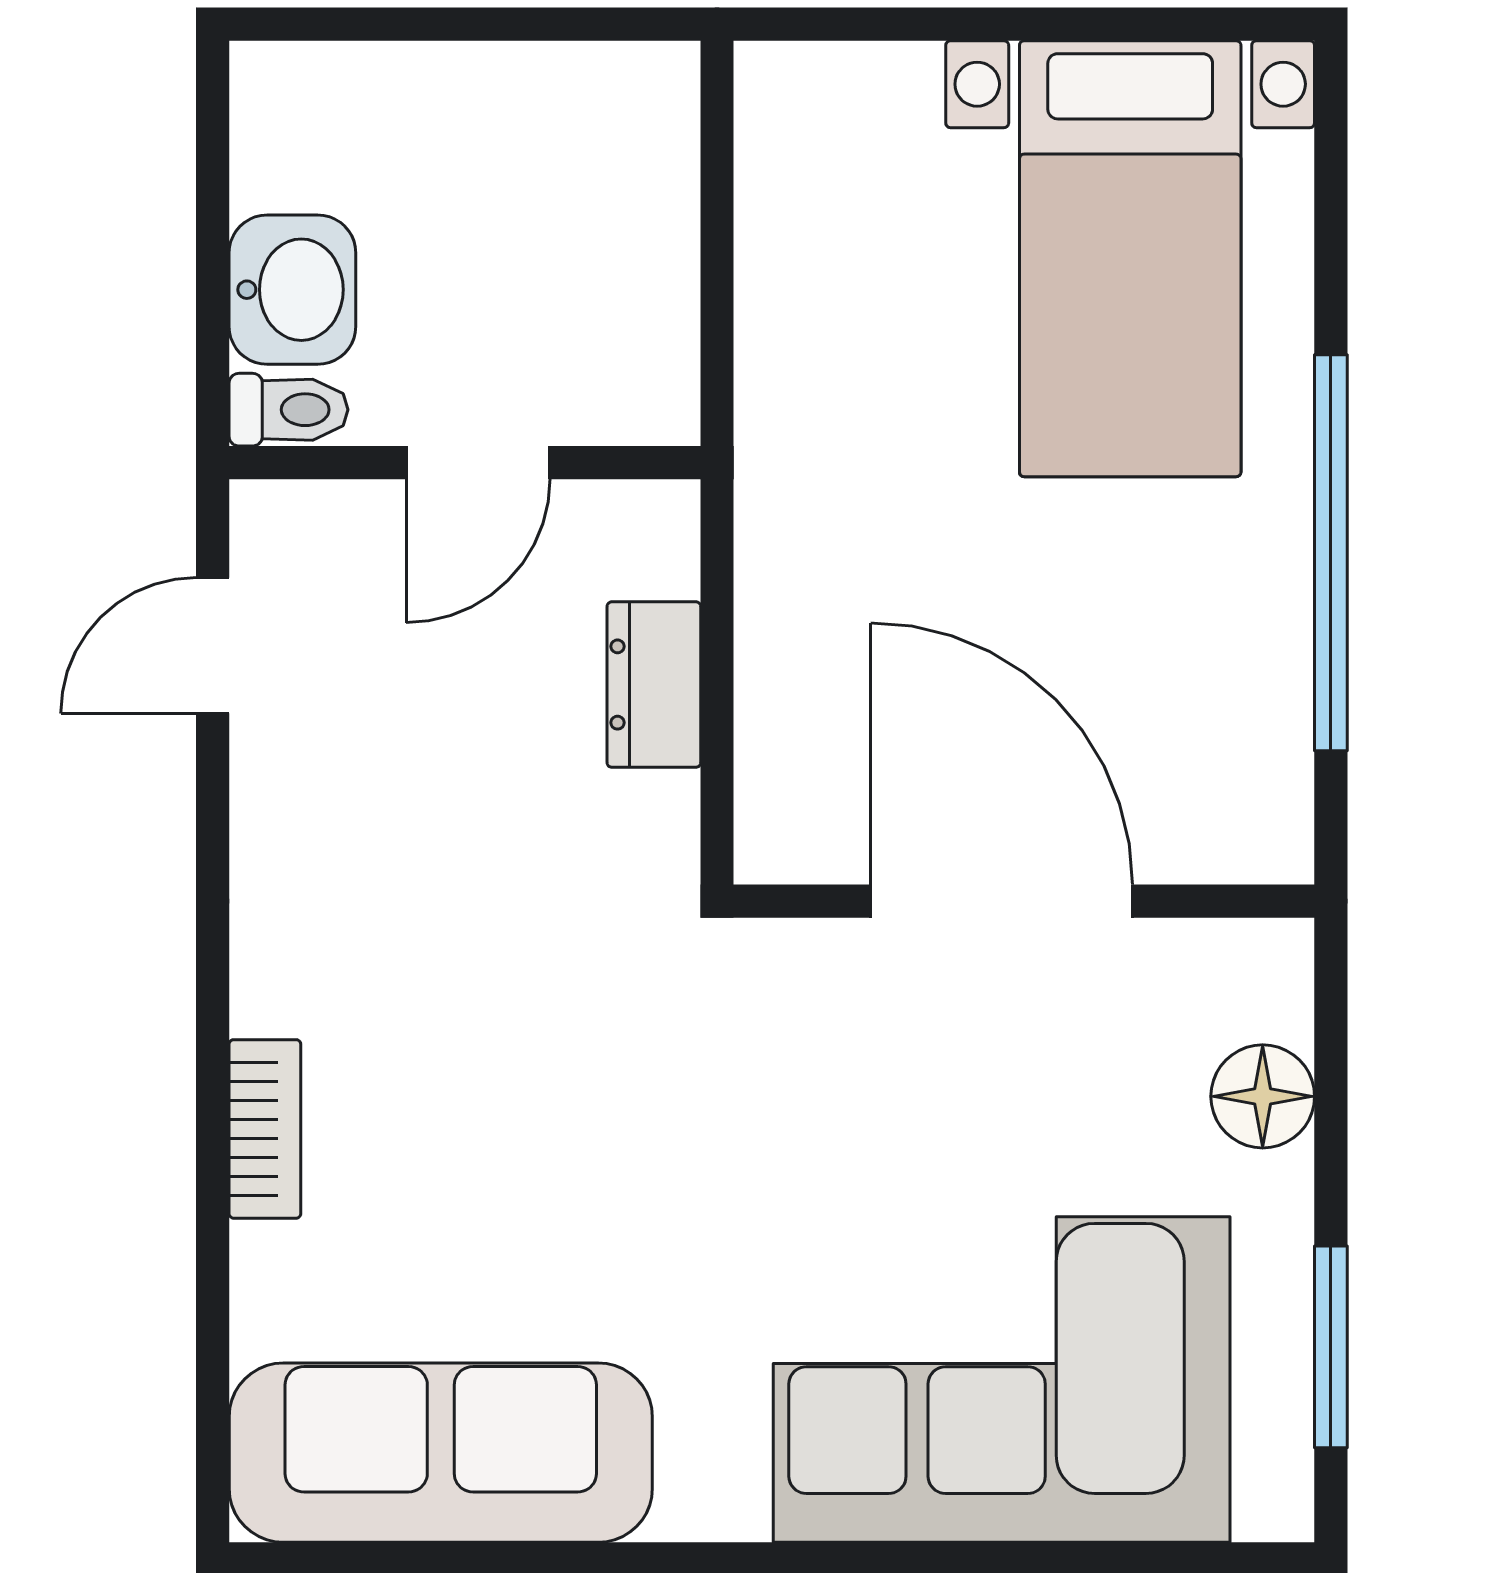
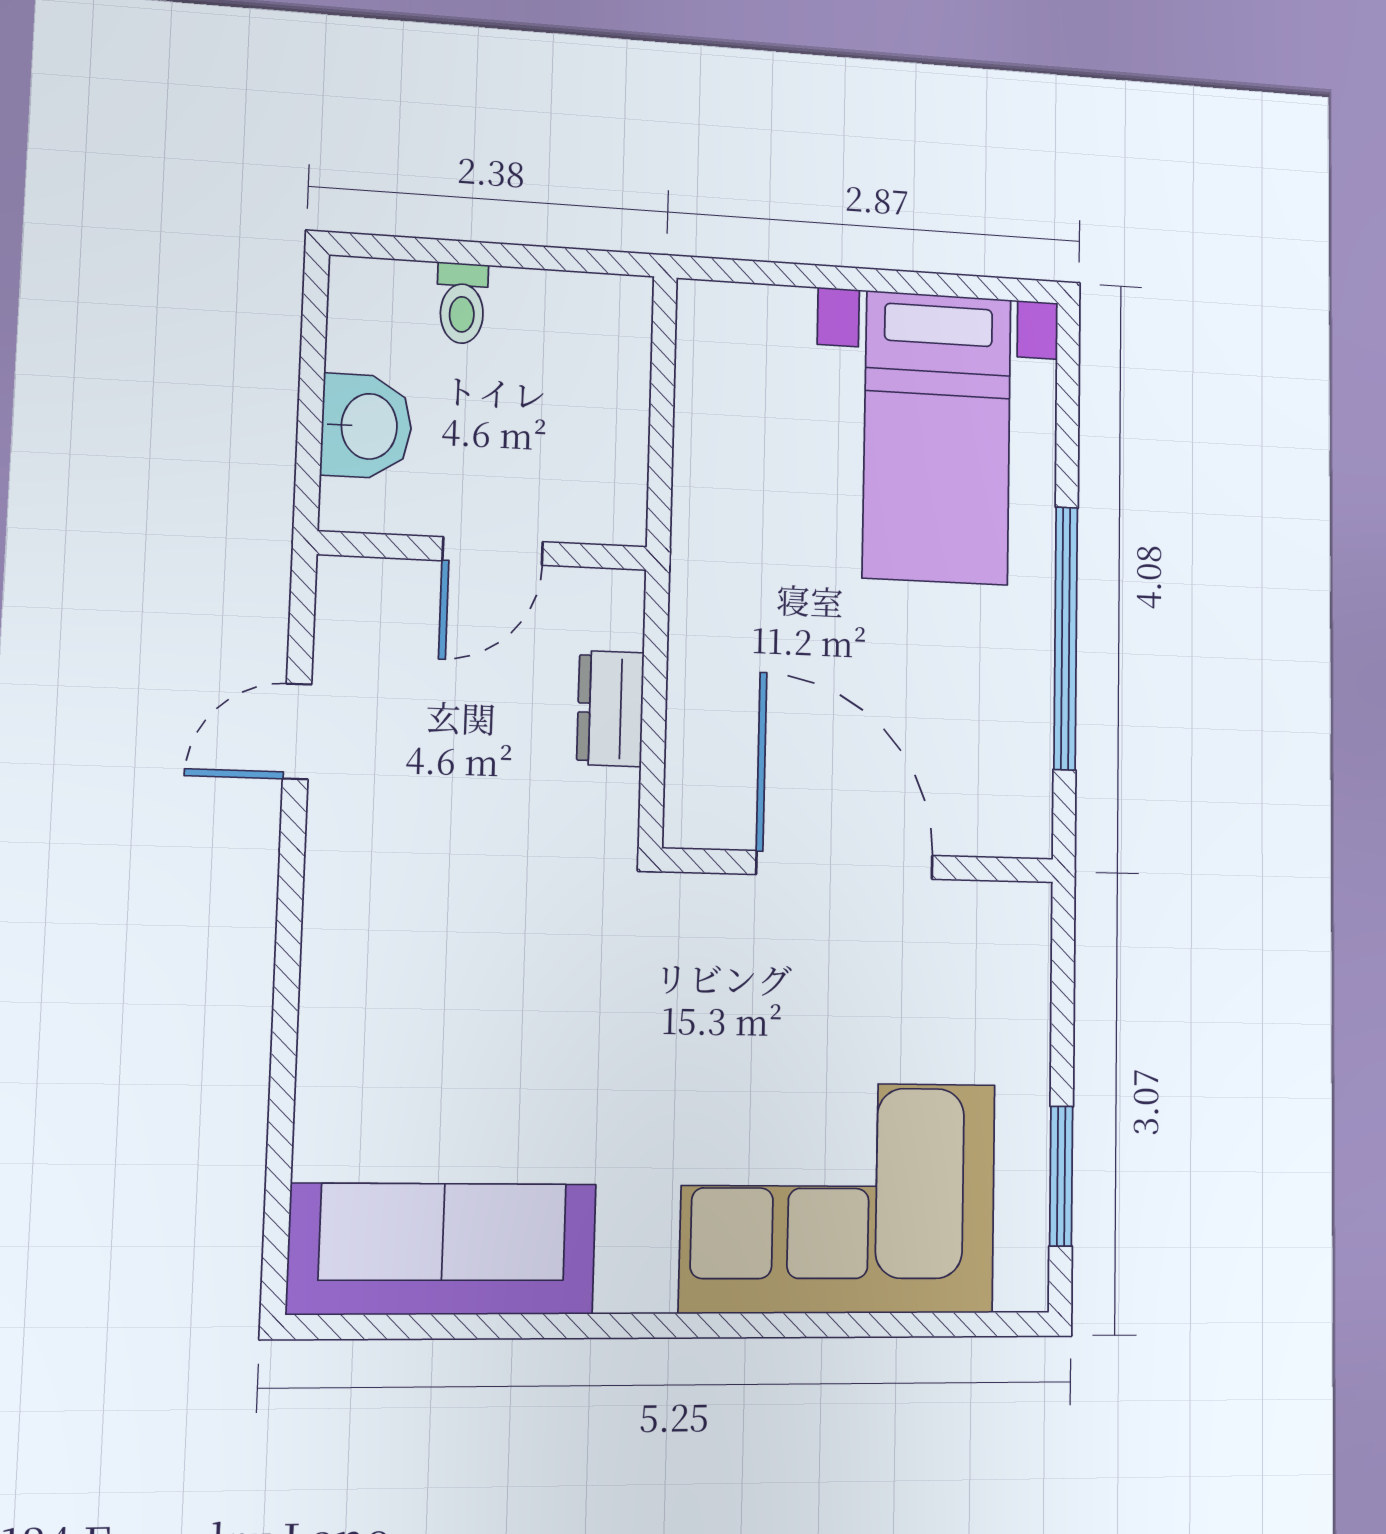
toilet: (289, 410) -> (462, 303), moved, turned 90
door: (213, 645) -> (297, 731), moved
floor lamp: (1263, 1096) -> (1018, 1003), removed
bookcase: (265, 1129) -> (323, 1014), removed

